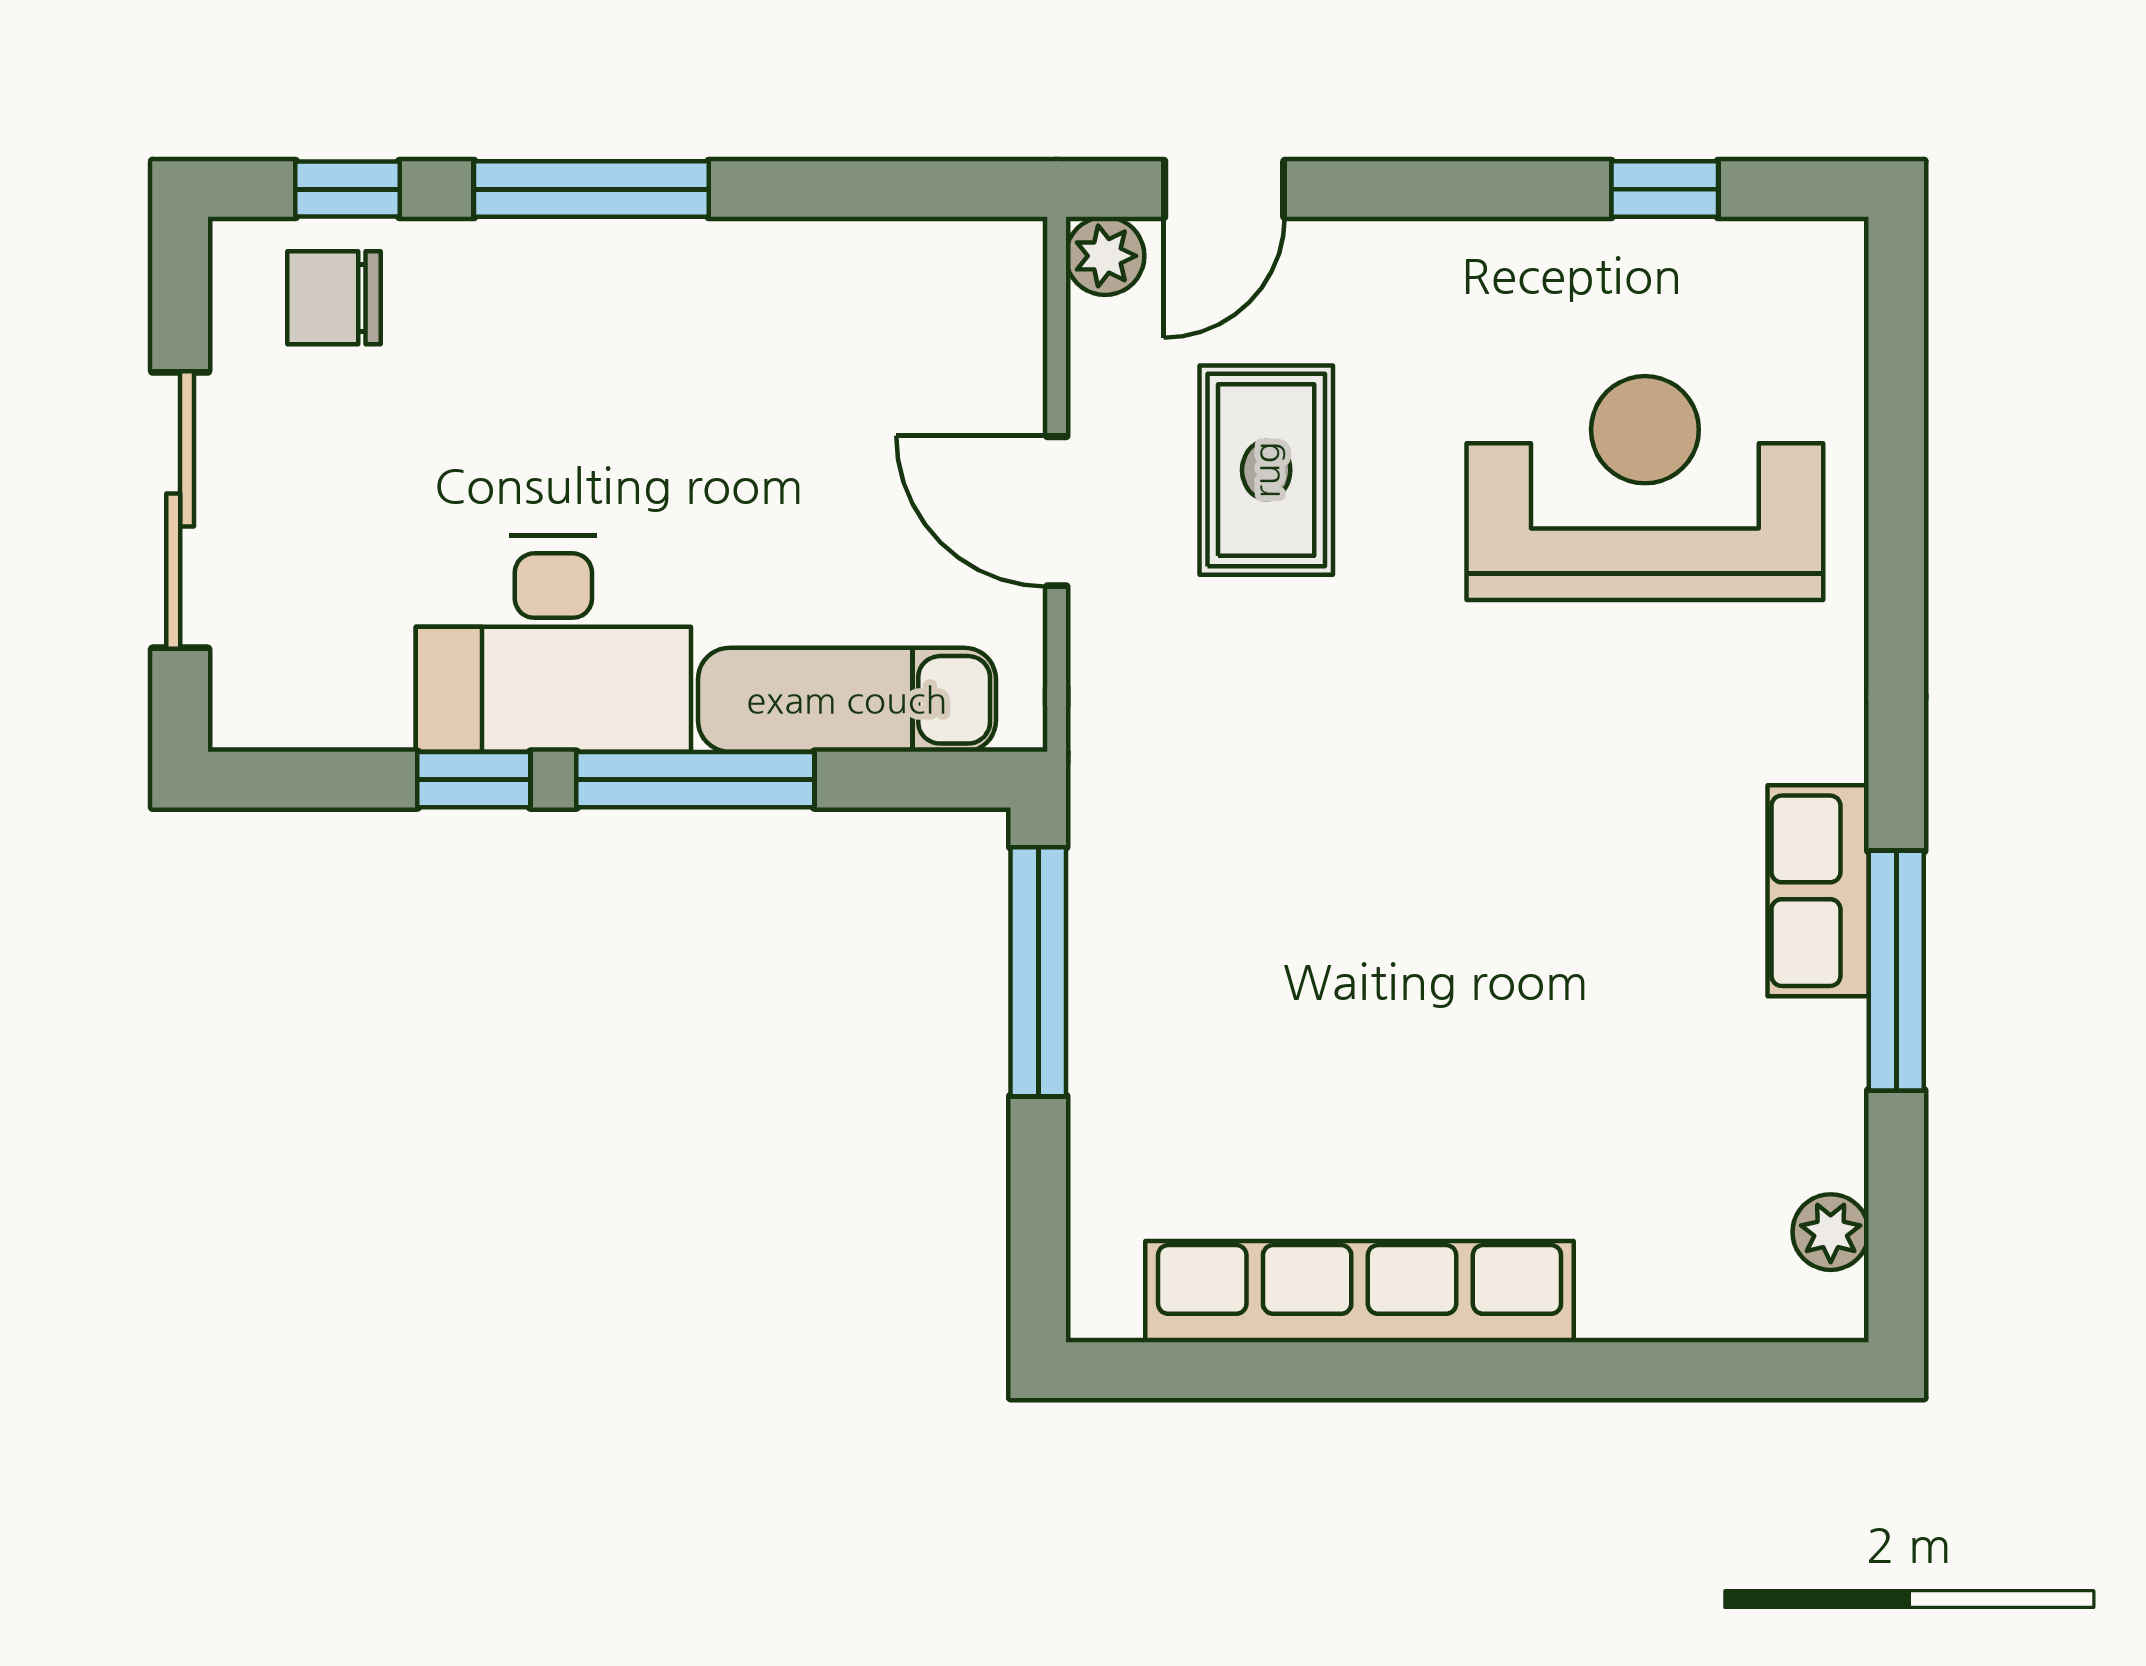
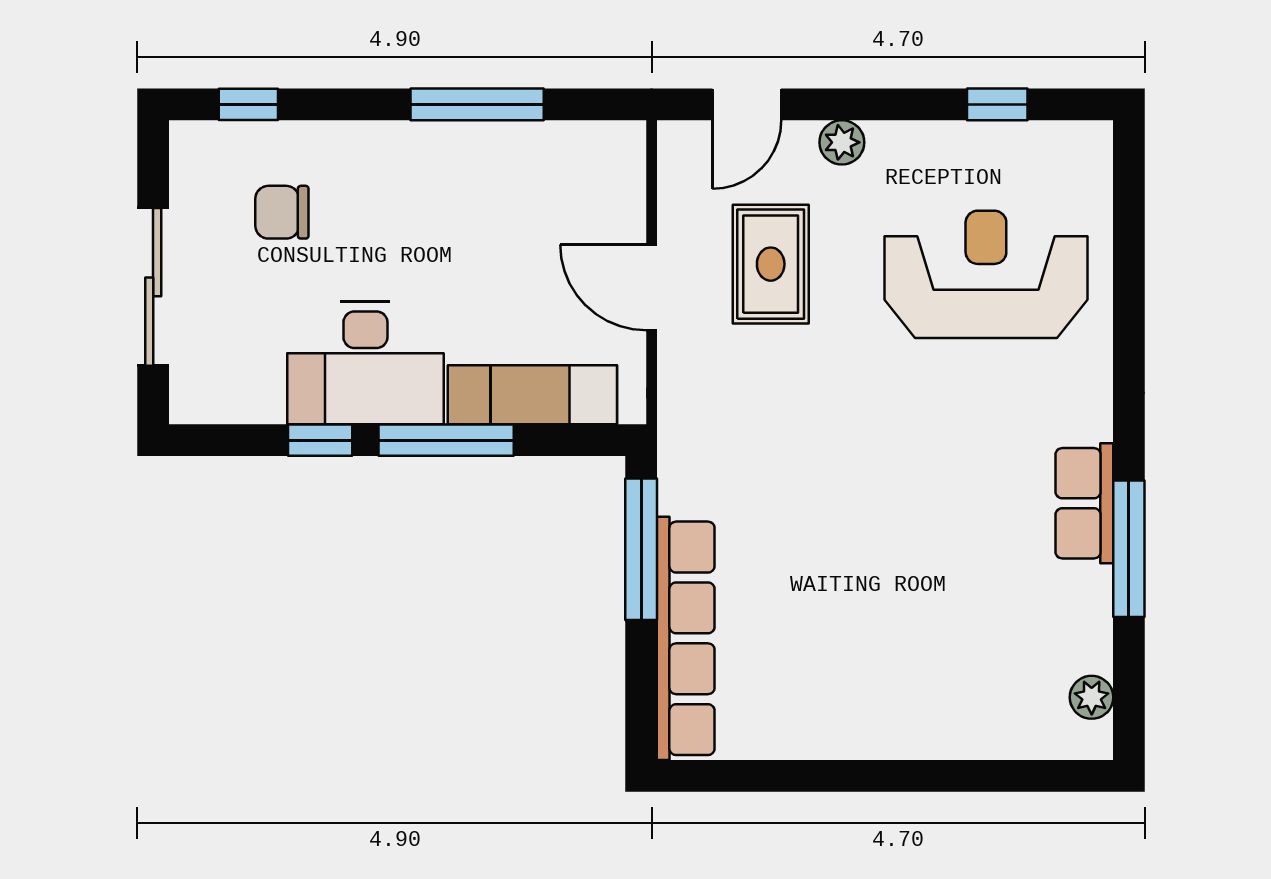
window: (591, 189) -> (477, 104), moved
plant: (1105, 256) -> (842, 142), moved
chair: (334, 298) -> (282, 212), moved
row of seats: (1360, 1292) -> (686, 638), moved, turned 90

